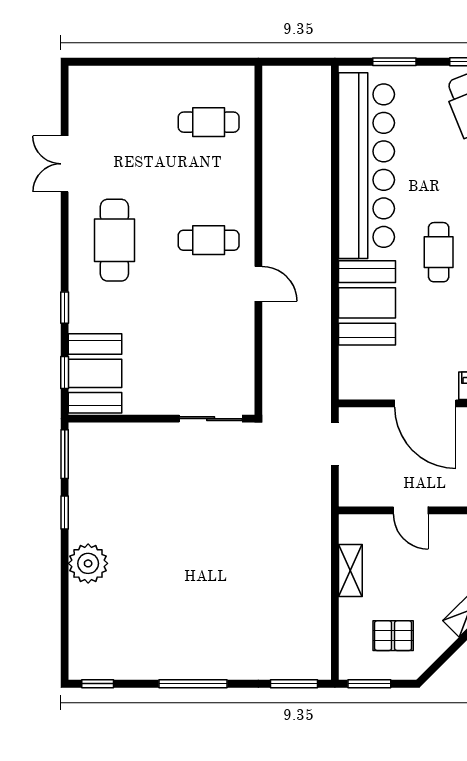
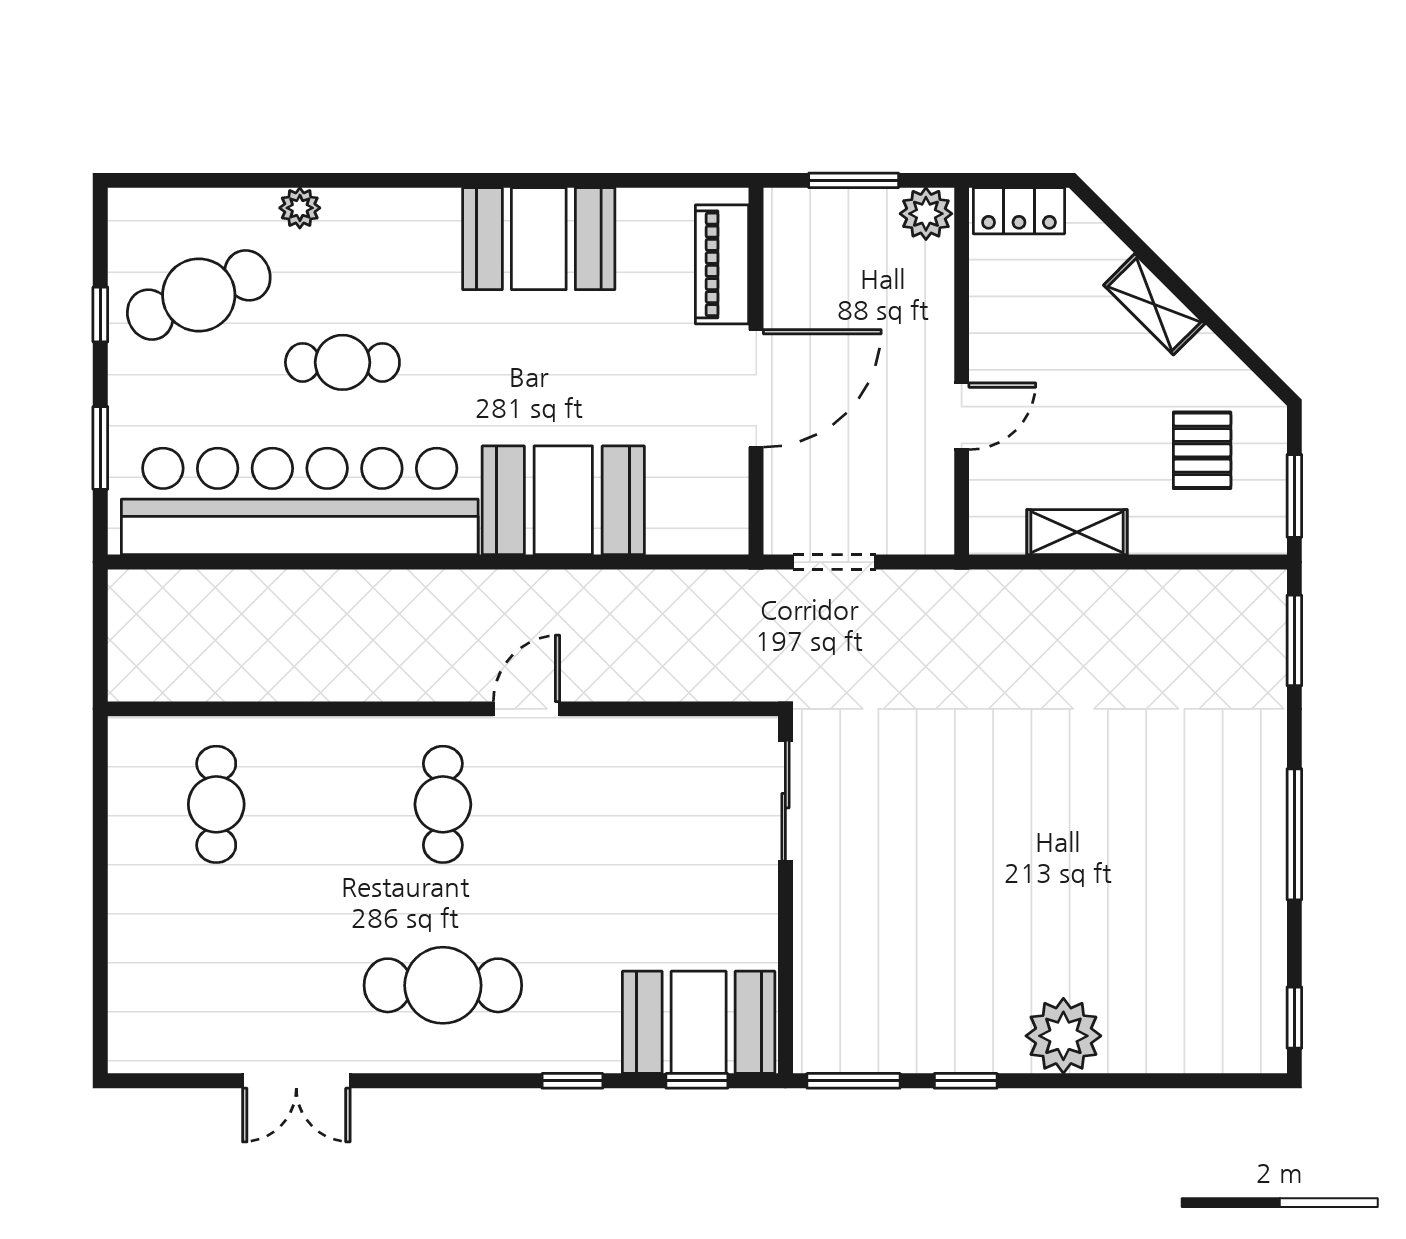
cafe table: (439, 252) -> (342, 362), moved

